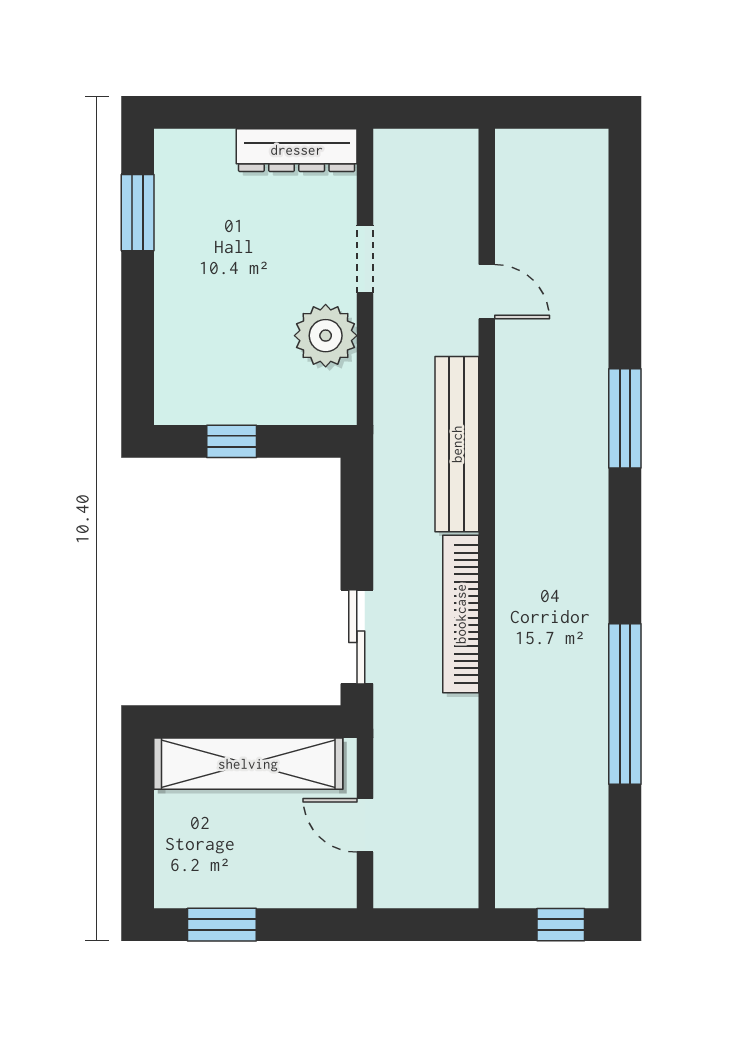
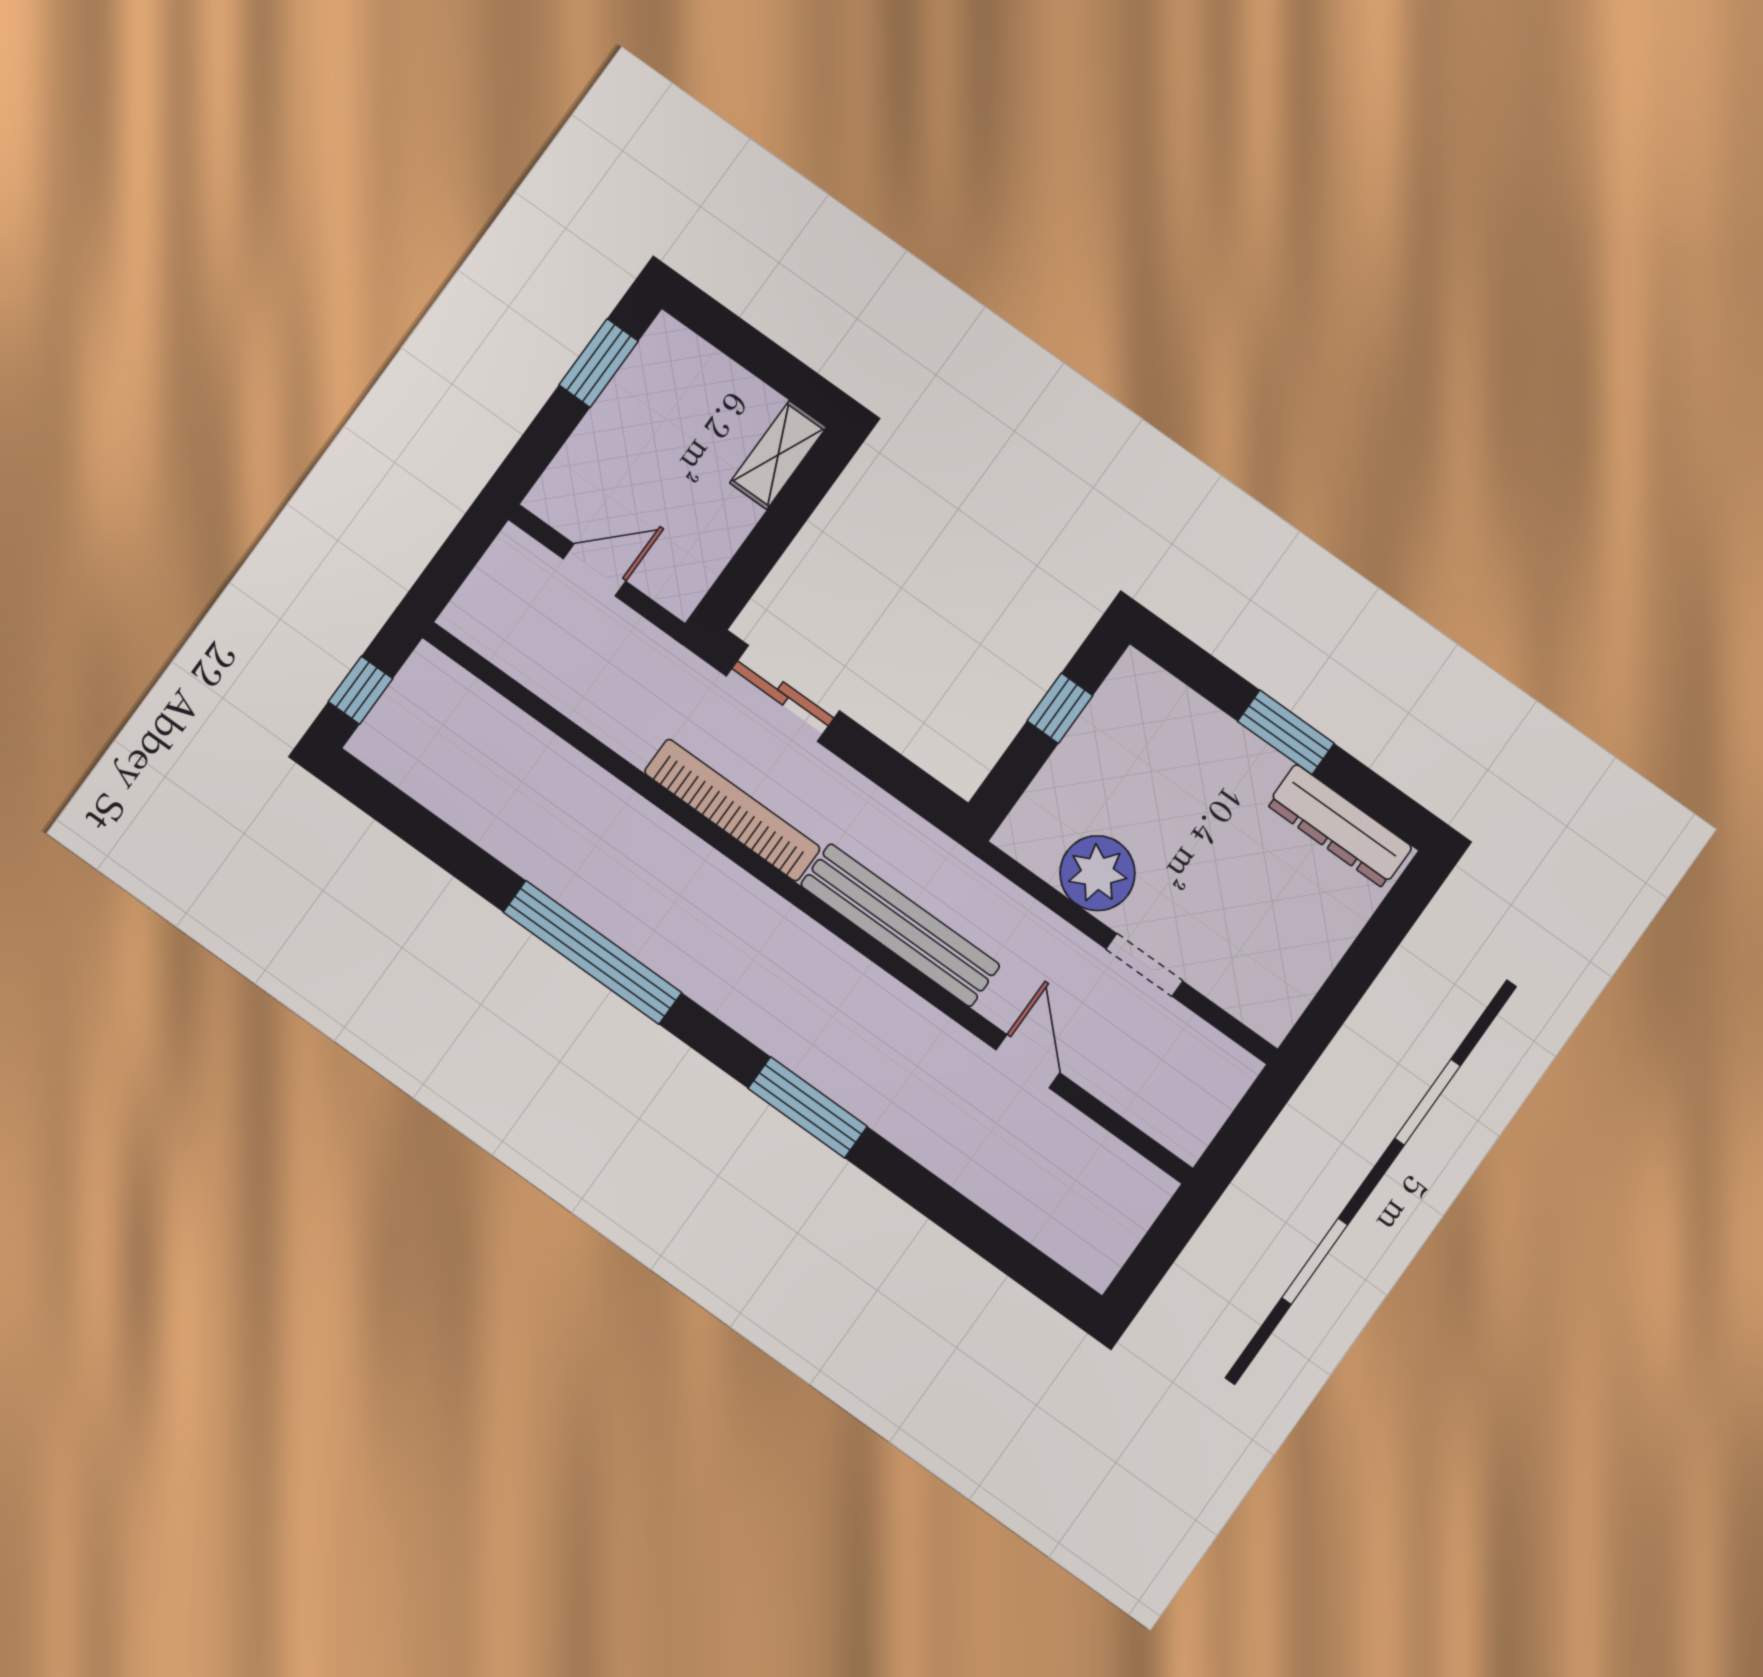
dresser: (297, 150) -> (1339, 826), moved, turned -90
window: (138, 213) -> (1286, 732), moved
door: (487, 292) -> (1028, 1061), swing flipped
window: (625, 704) -> (592, 952), moved
shelving: (248, 764) -> (778, 455), width x0.45, depth x0.75

